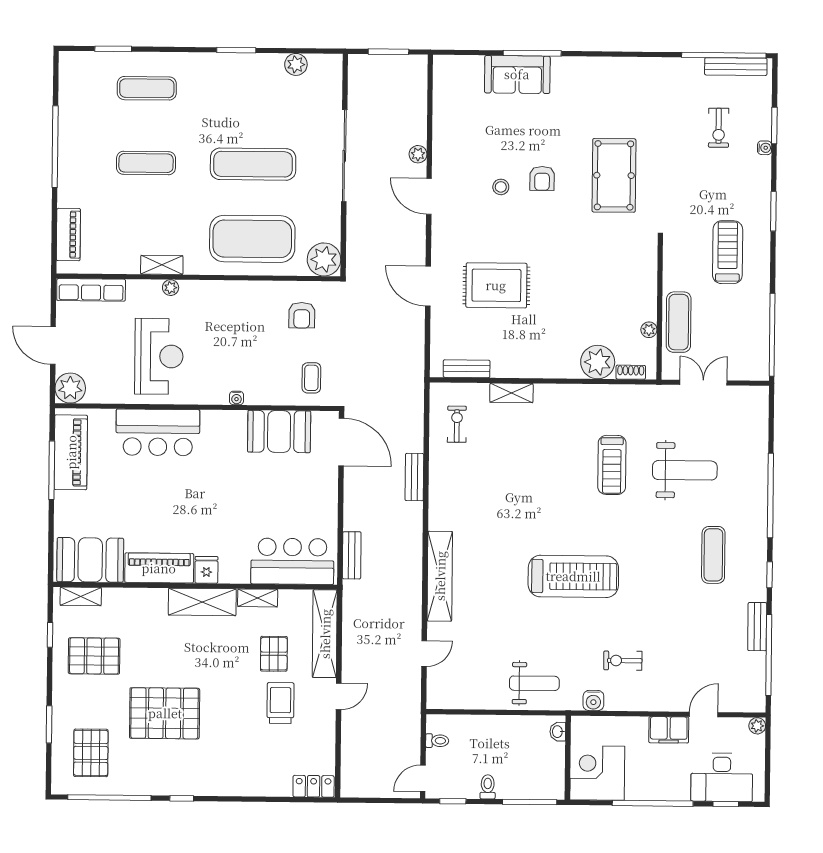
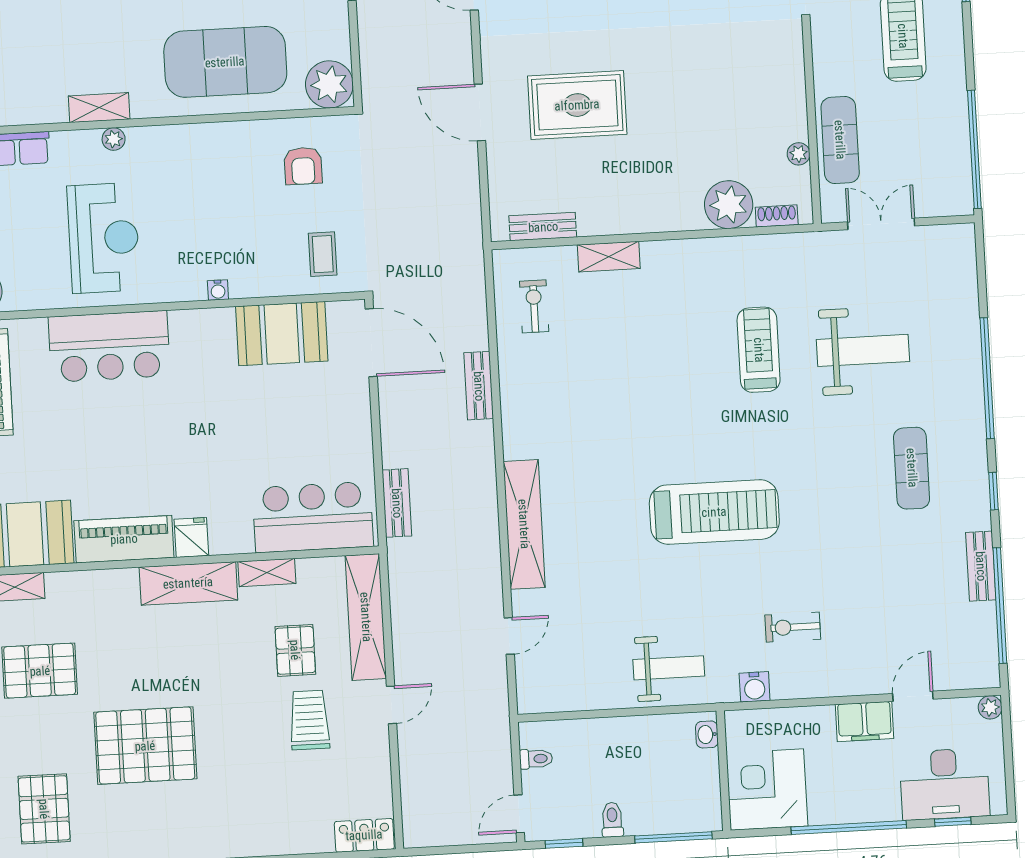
treadmill: (612, 465) -> (759, 350), turned 180

